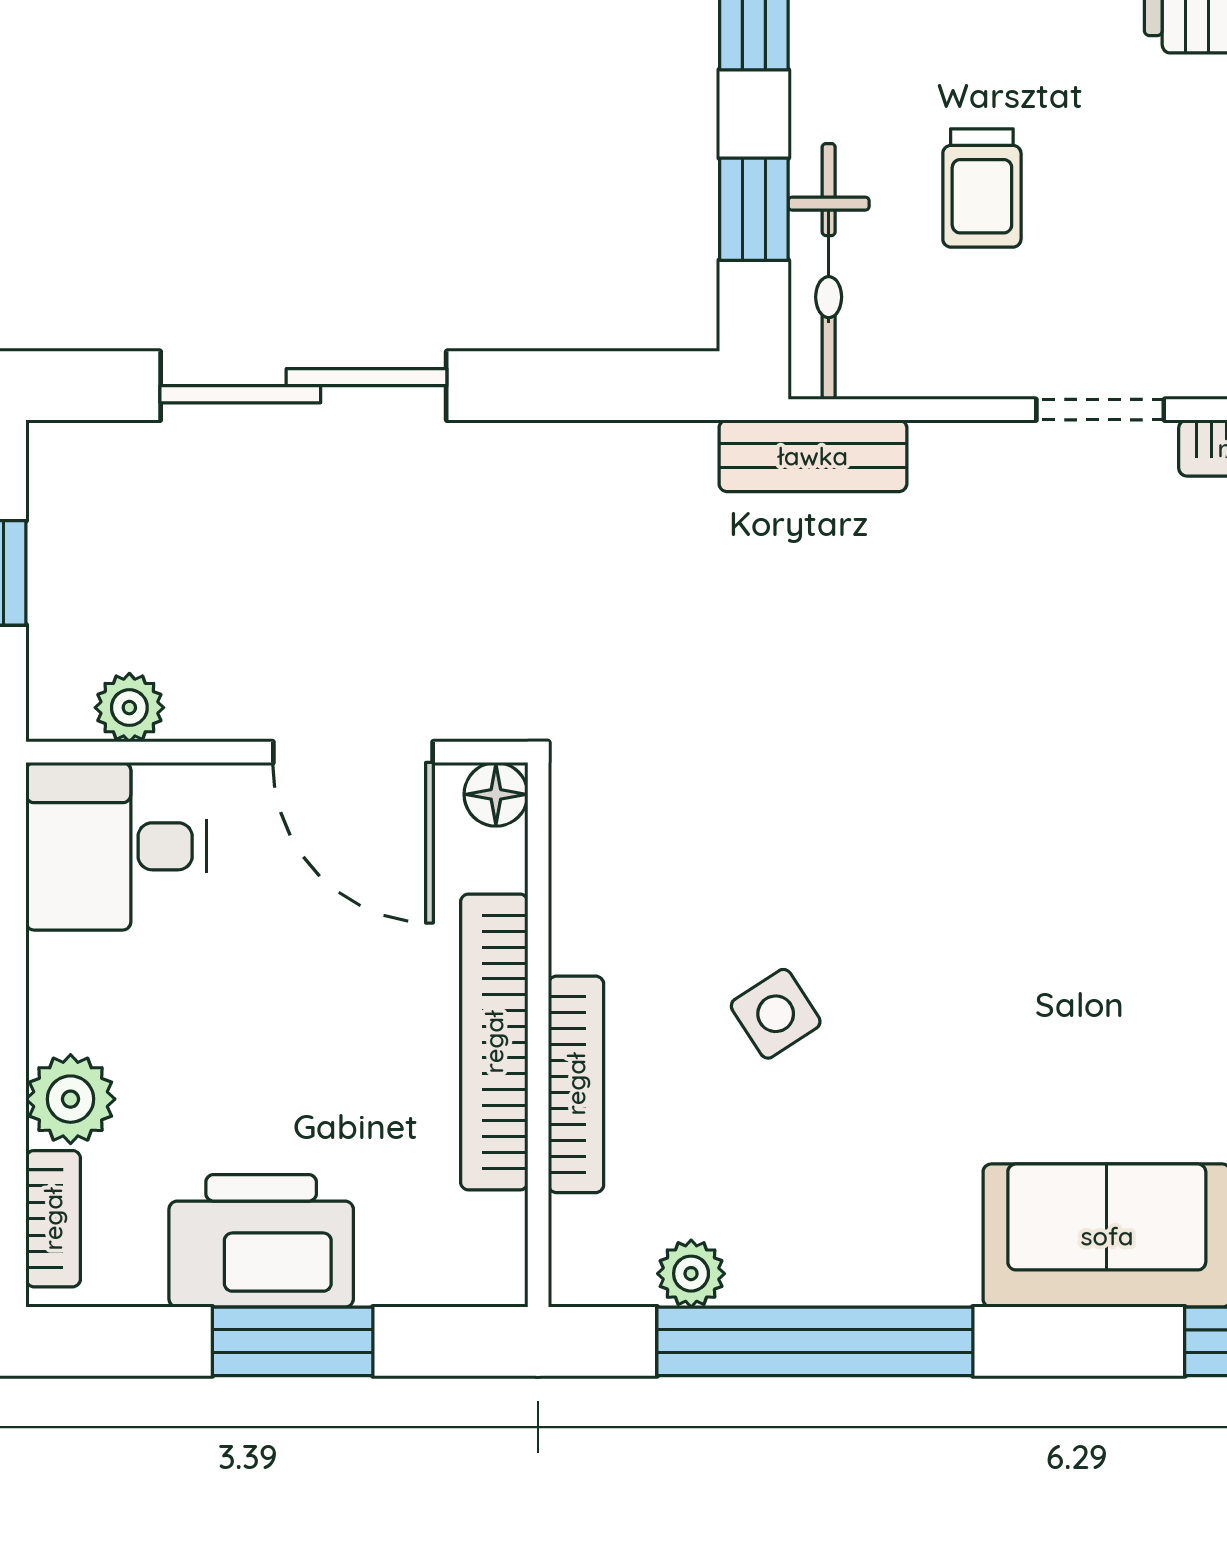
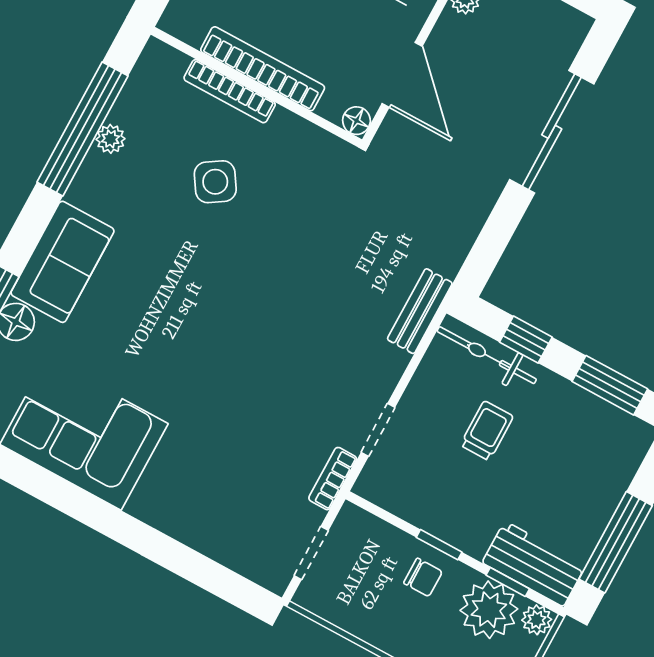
trolley: (982, 188) -> (487, 431), turned 90
door: (353, 752) -> (402, 75), swing flipped
side table: (776, 1014) -> (215, 182), width x1.37, depth x1.37
plant: (691, 1274) -> (111, 139), moved

